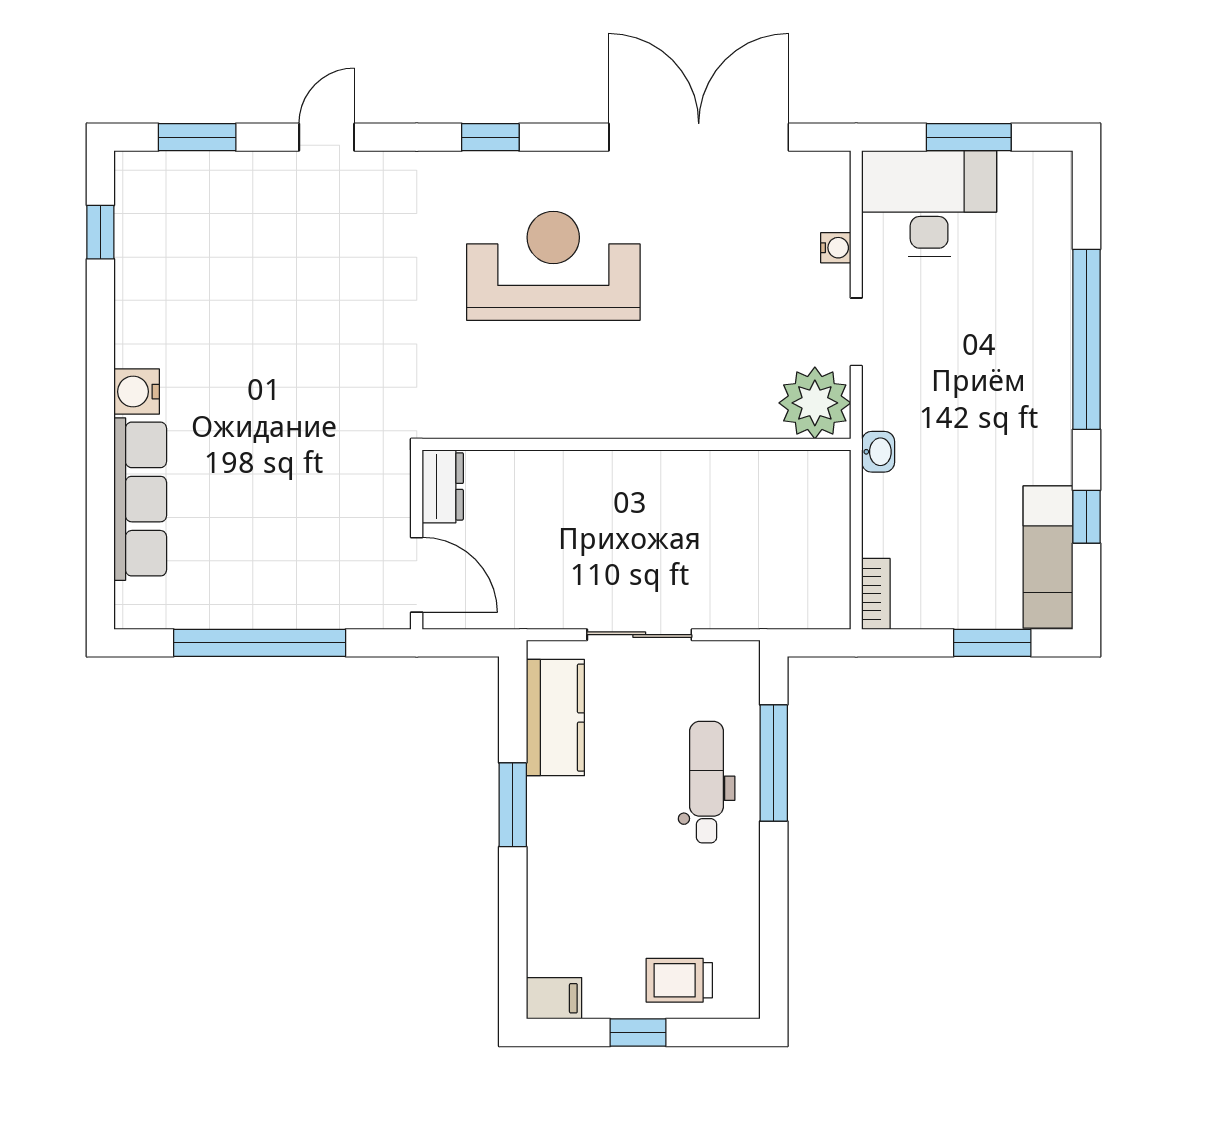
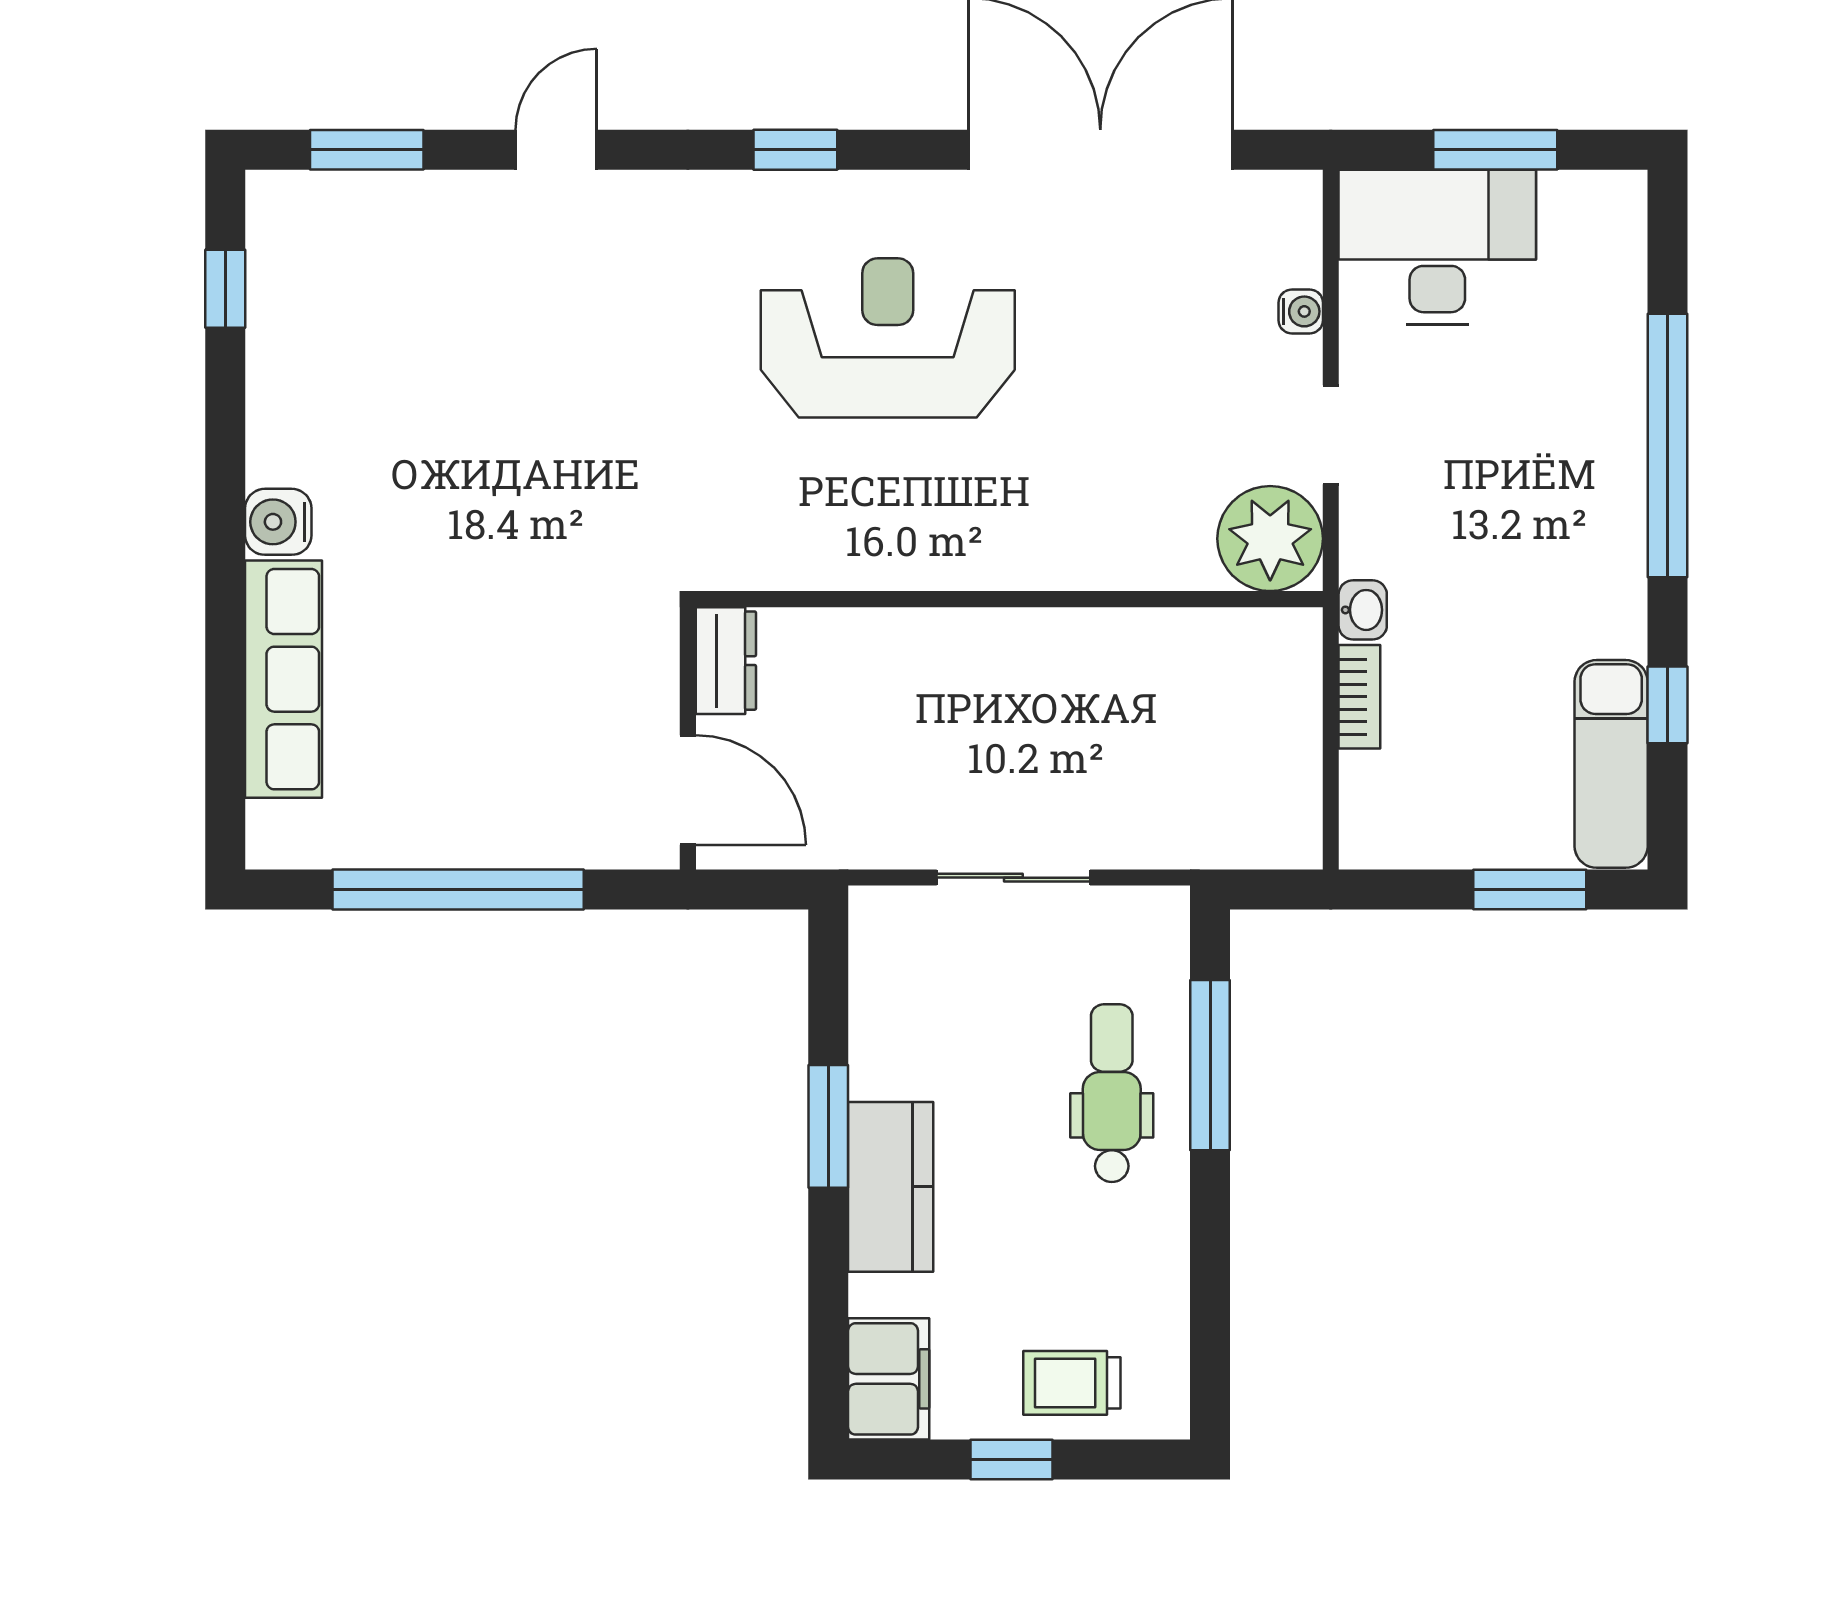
bookcase: (876, 594) -> (1359, 697), moved
kitchen counter: (555, 718) -> (891, 1187), moved
filing cabinet: (554, 998) -> (889, 1379), width x2.00

